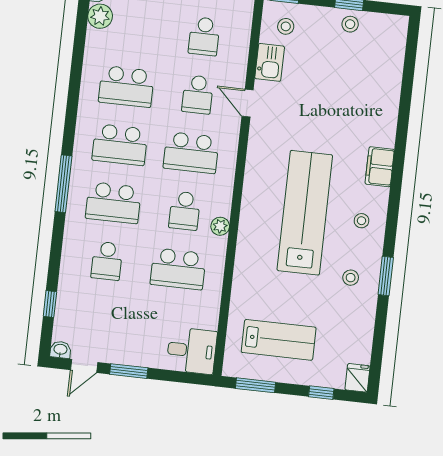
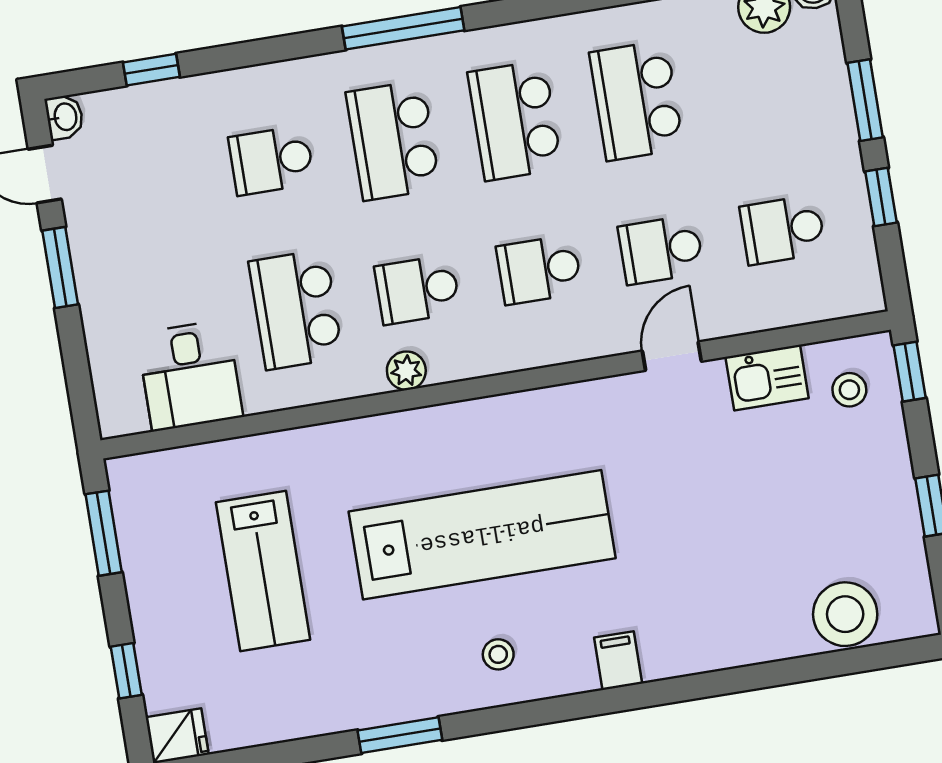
stool: (350, 24) -> (845, 614), moved, width x1.89, depth x1.89
school desk: (191, 153) -> (539, 270), width x0.54
filing cabinet: (380, 167) -> (618, 661), width x0.50
stool: (351, 278) -> (376, 665), removed
lab bench: (279, 340) -> (263, 571), moved
desk: (192, 351) -> (190, 375), moved

